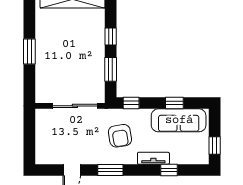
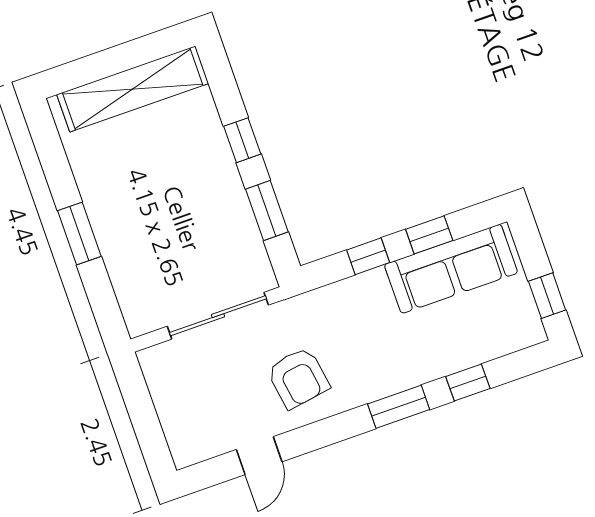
window: (131, 103) -> (368, 256), moved
armchair: (120, 136) -> (298, 378), moved
tv unit: (153, 158) -> (425, 369), removed
window: (110, 170) -> (399, 407), moved

